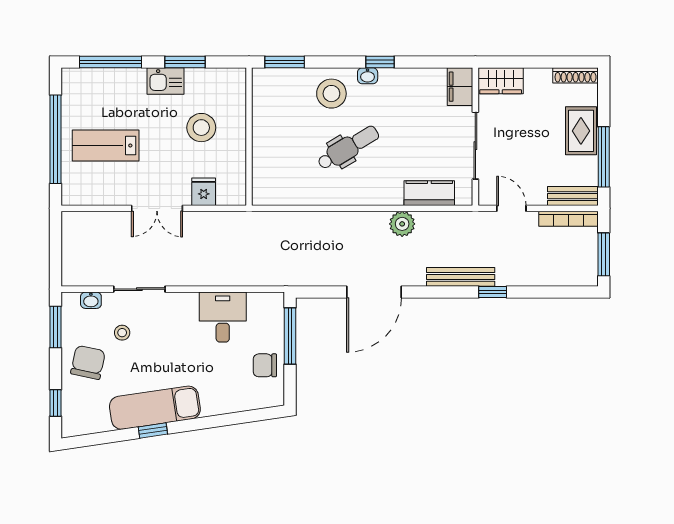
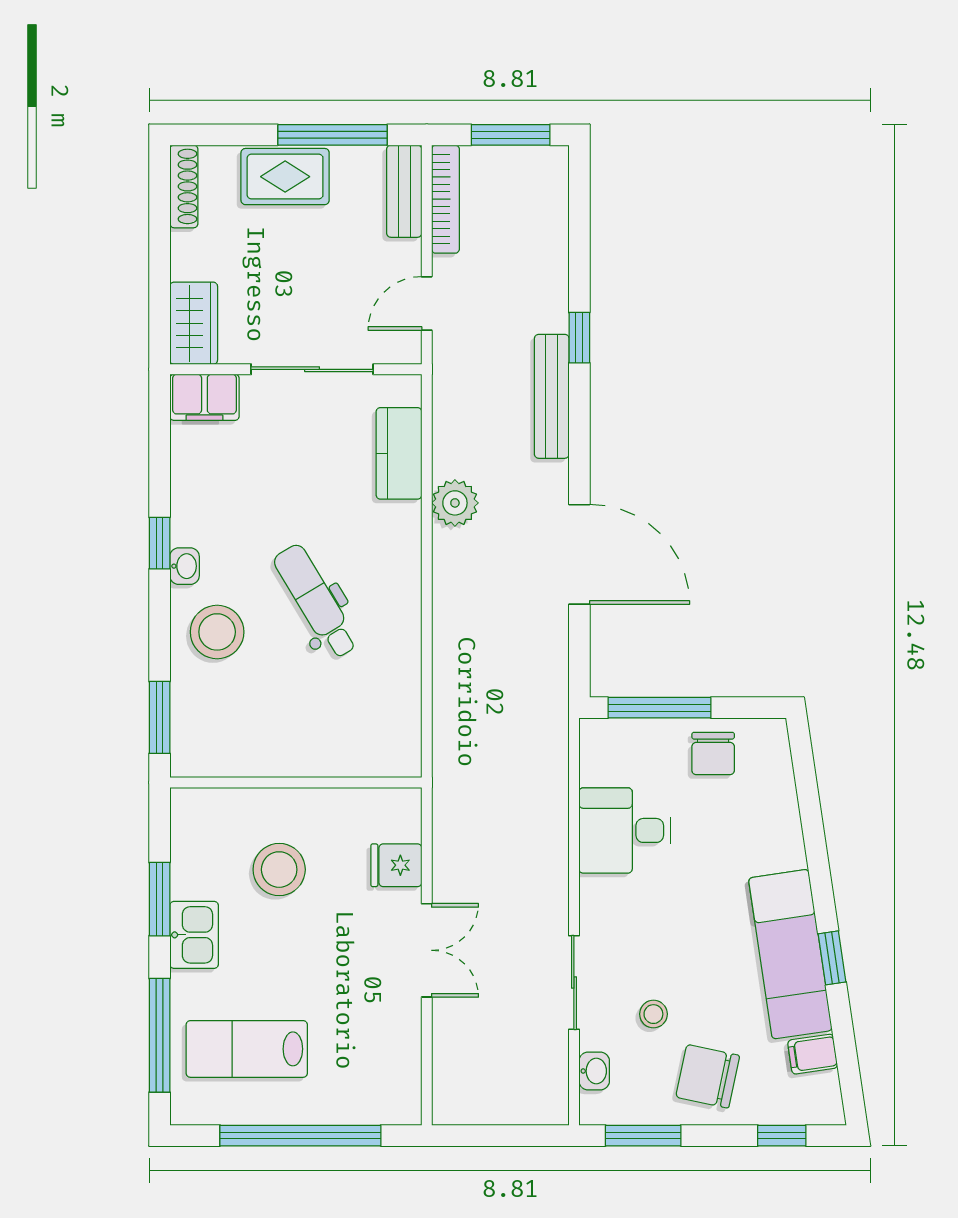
lab bench: (106, 146) -> (247, 1049), moved, turned 90
filing cabinet: (100, 420) -> (813, 1054), added

